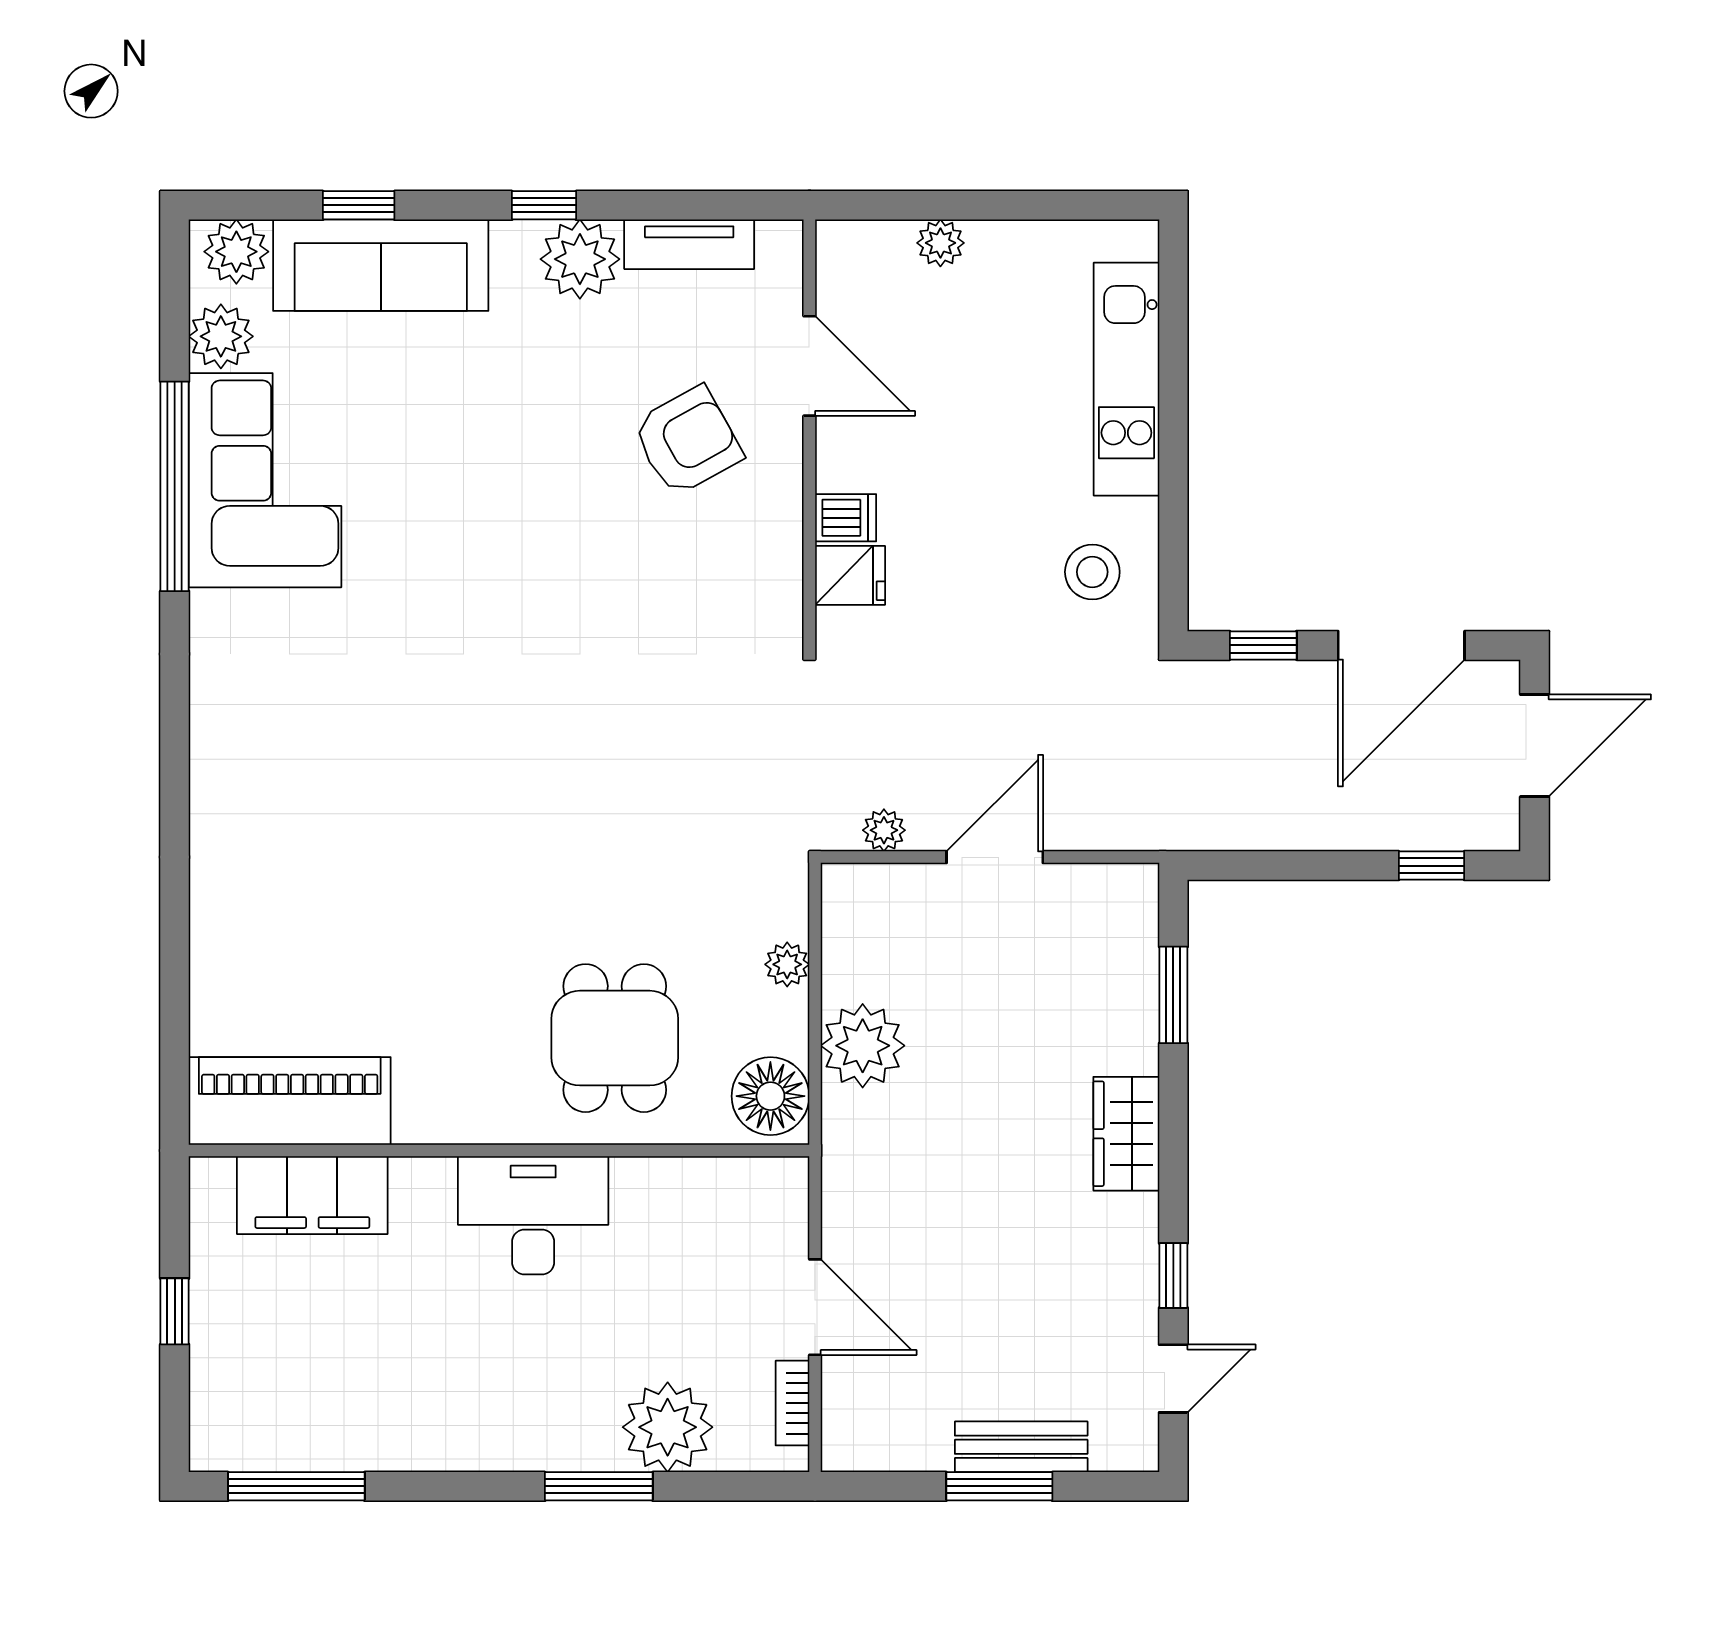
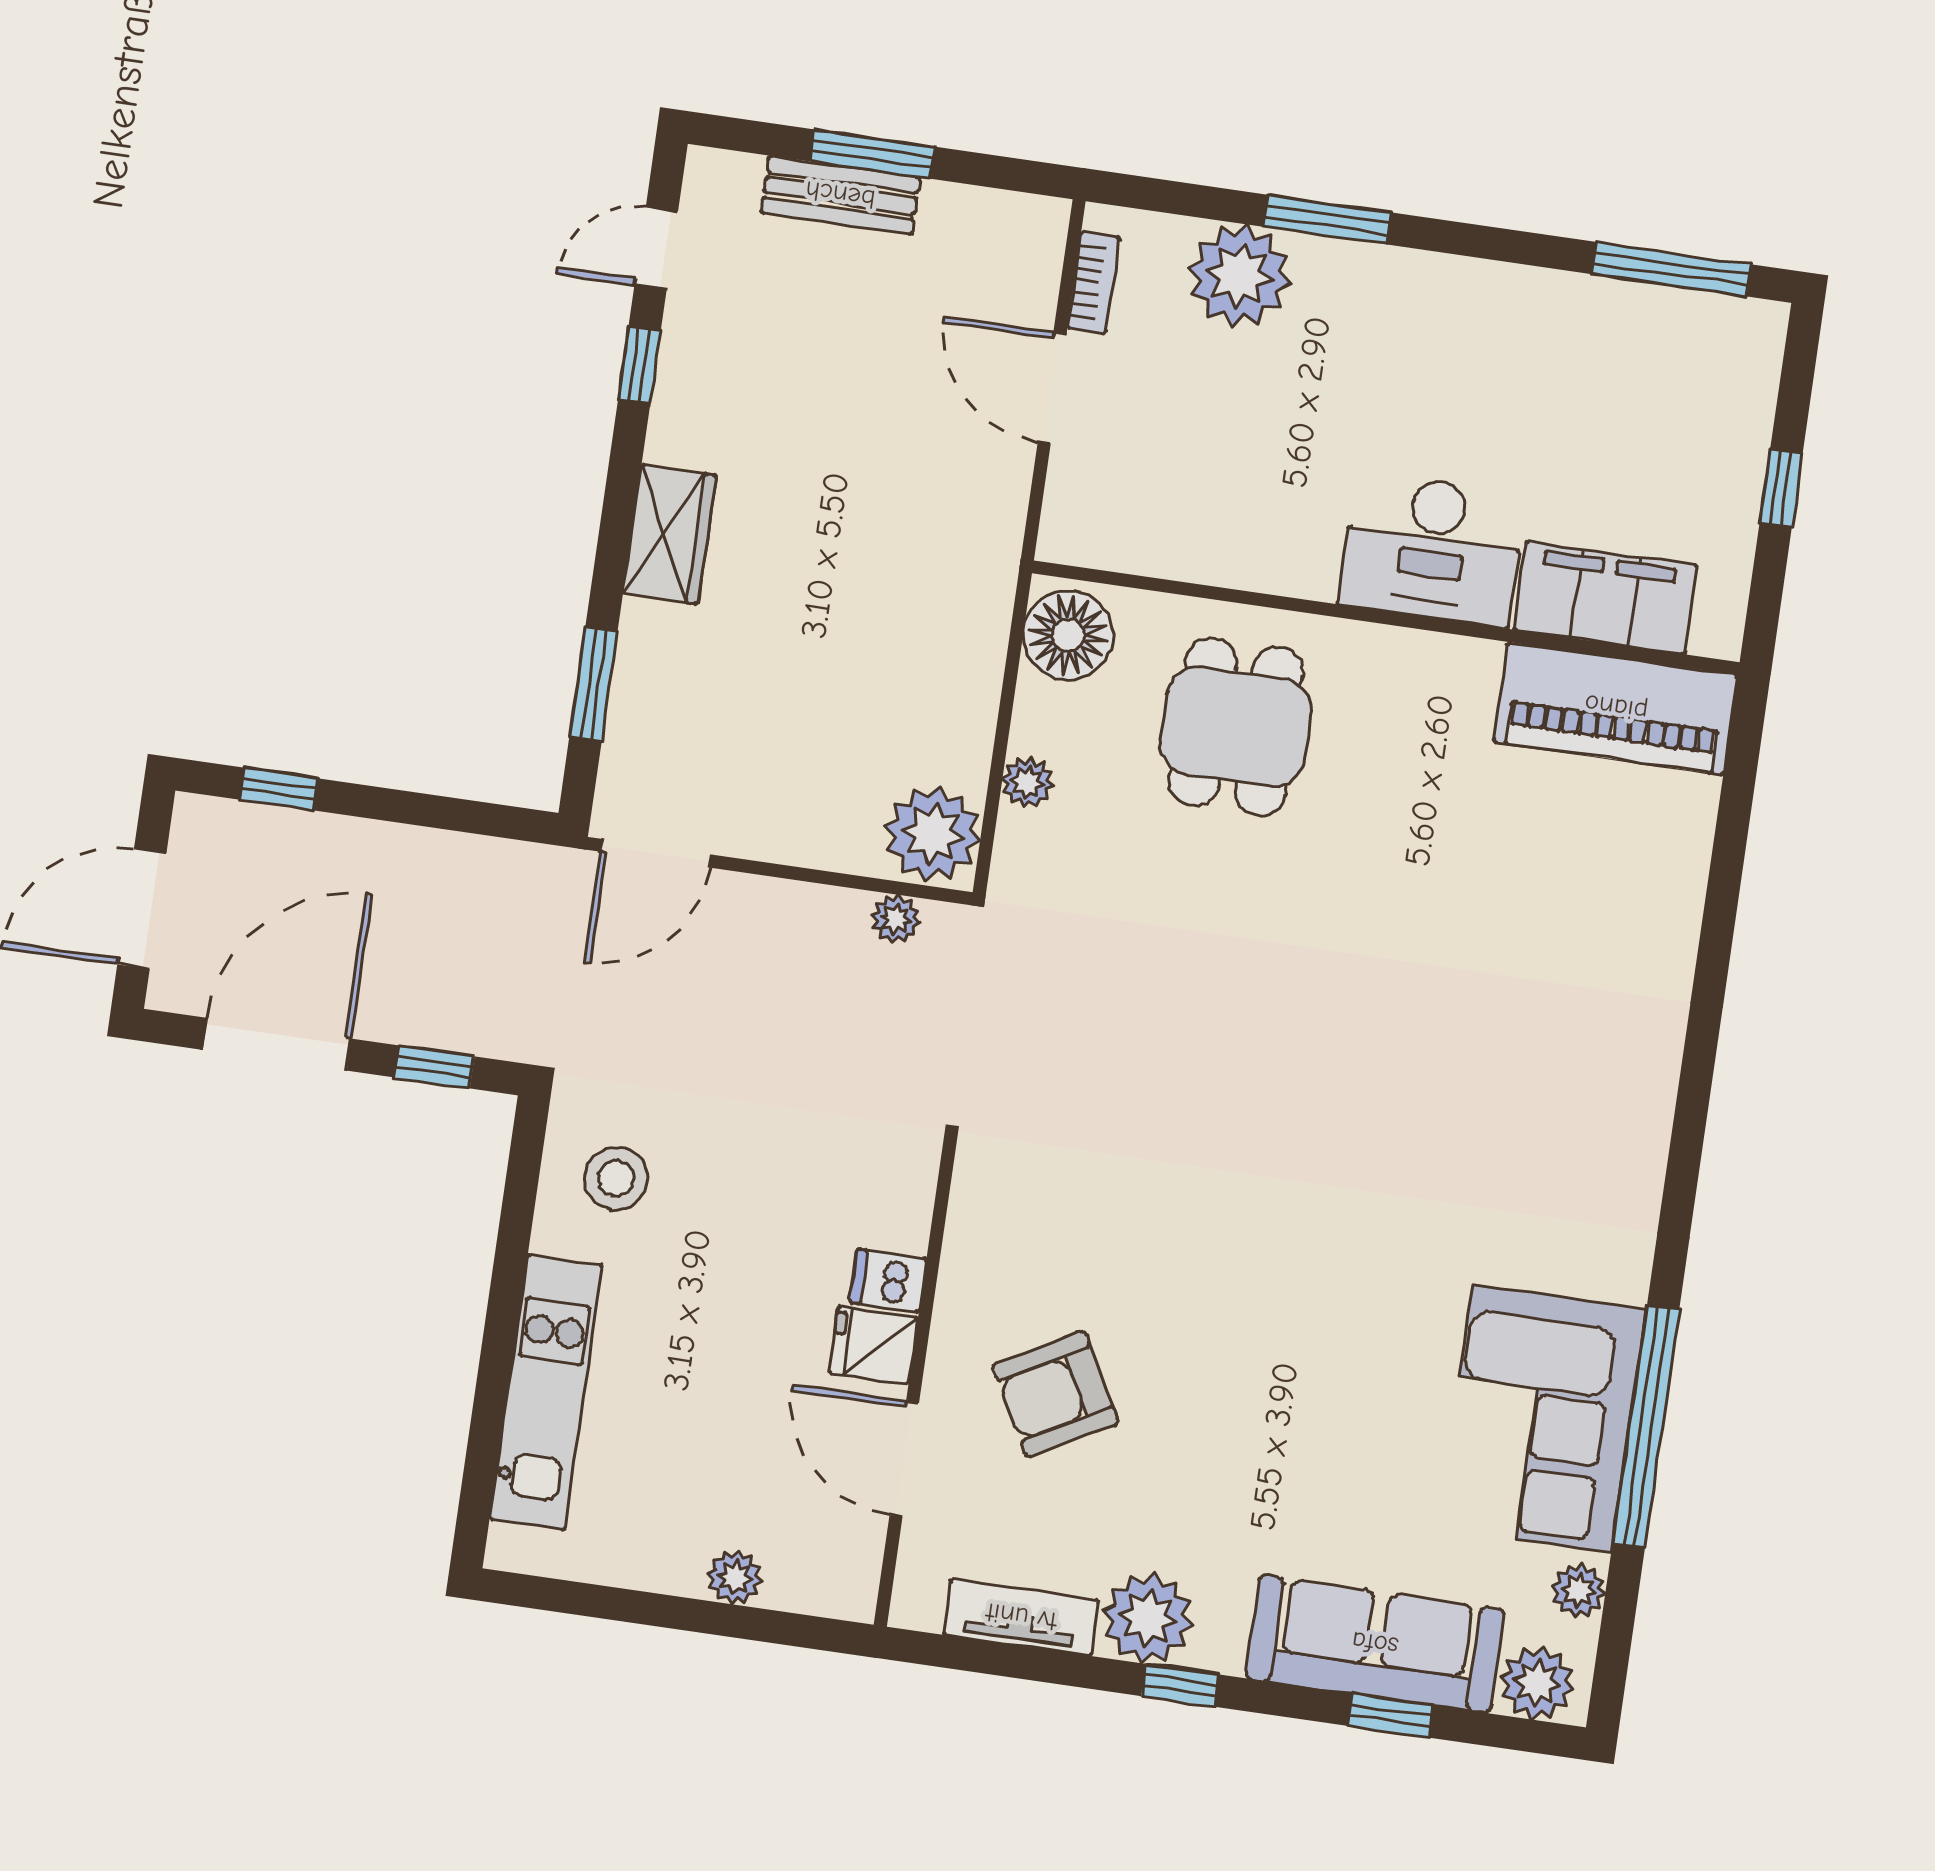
plant: (221, 336) -> (1579, 1591), width x0.73, depth x0.73
fridge: (850, 575) -> (873, 1345), moved
door: (995, 857) -> (656, 853), moved
plant: (863, 1046) -> (933, 834), moved
desk: (533, 1215) -> (1432, 549), moved

